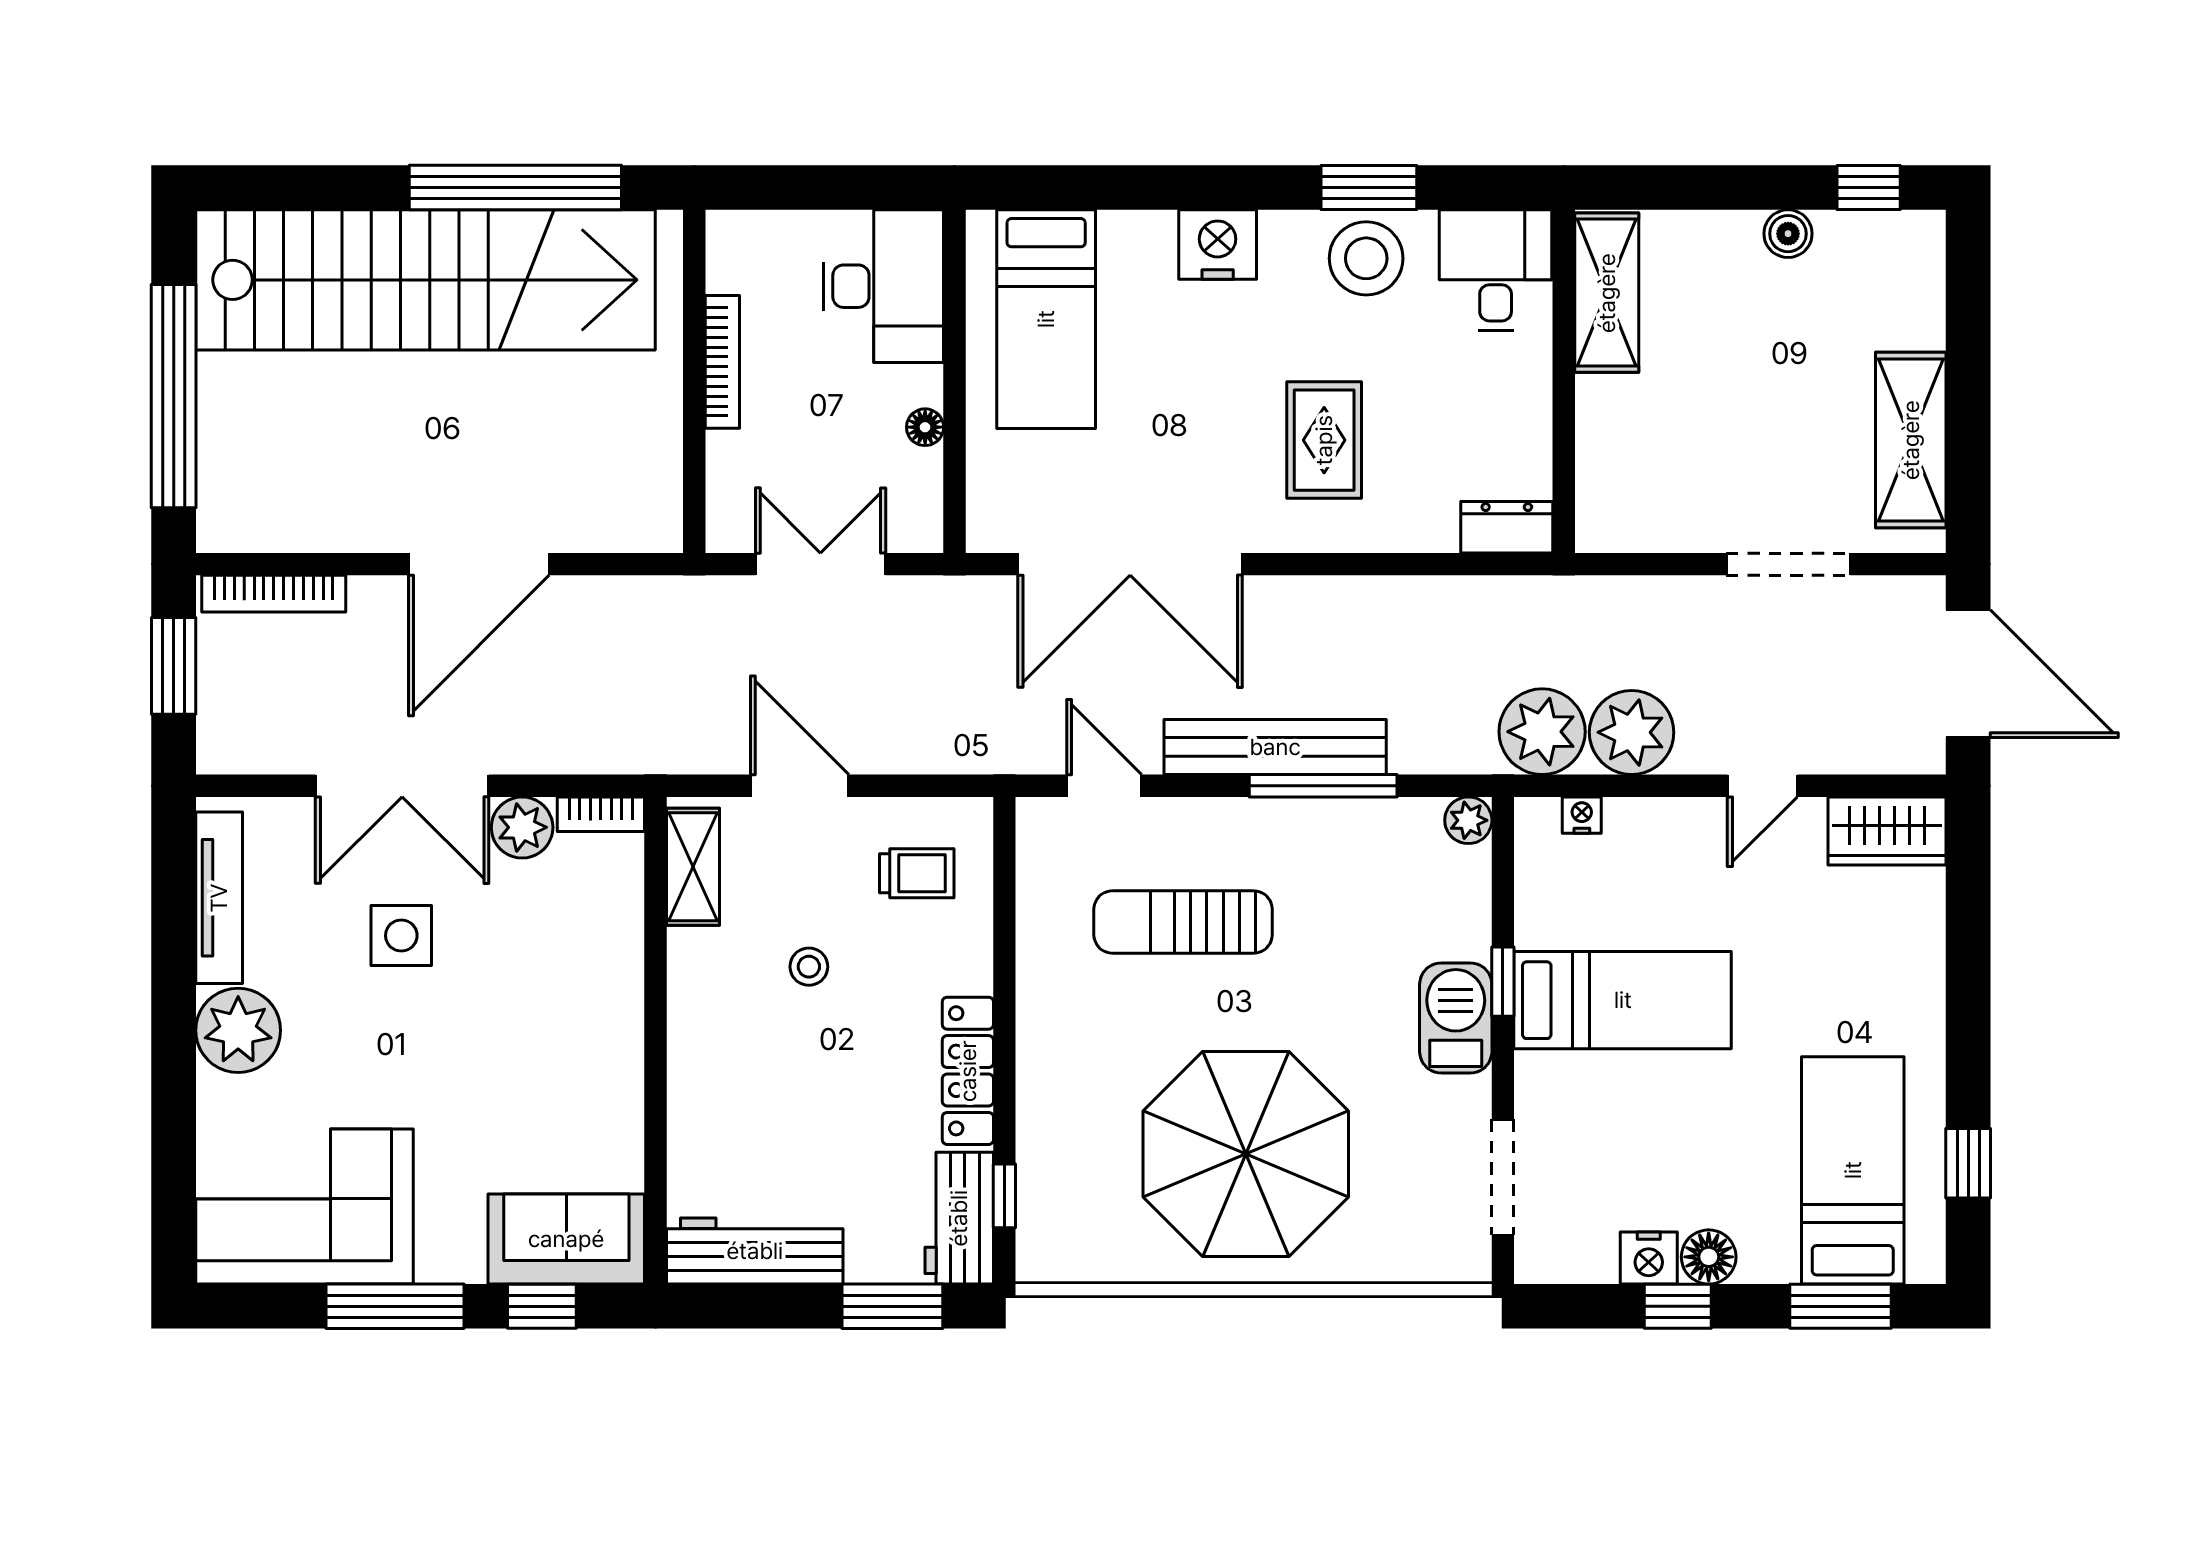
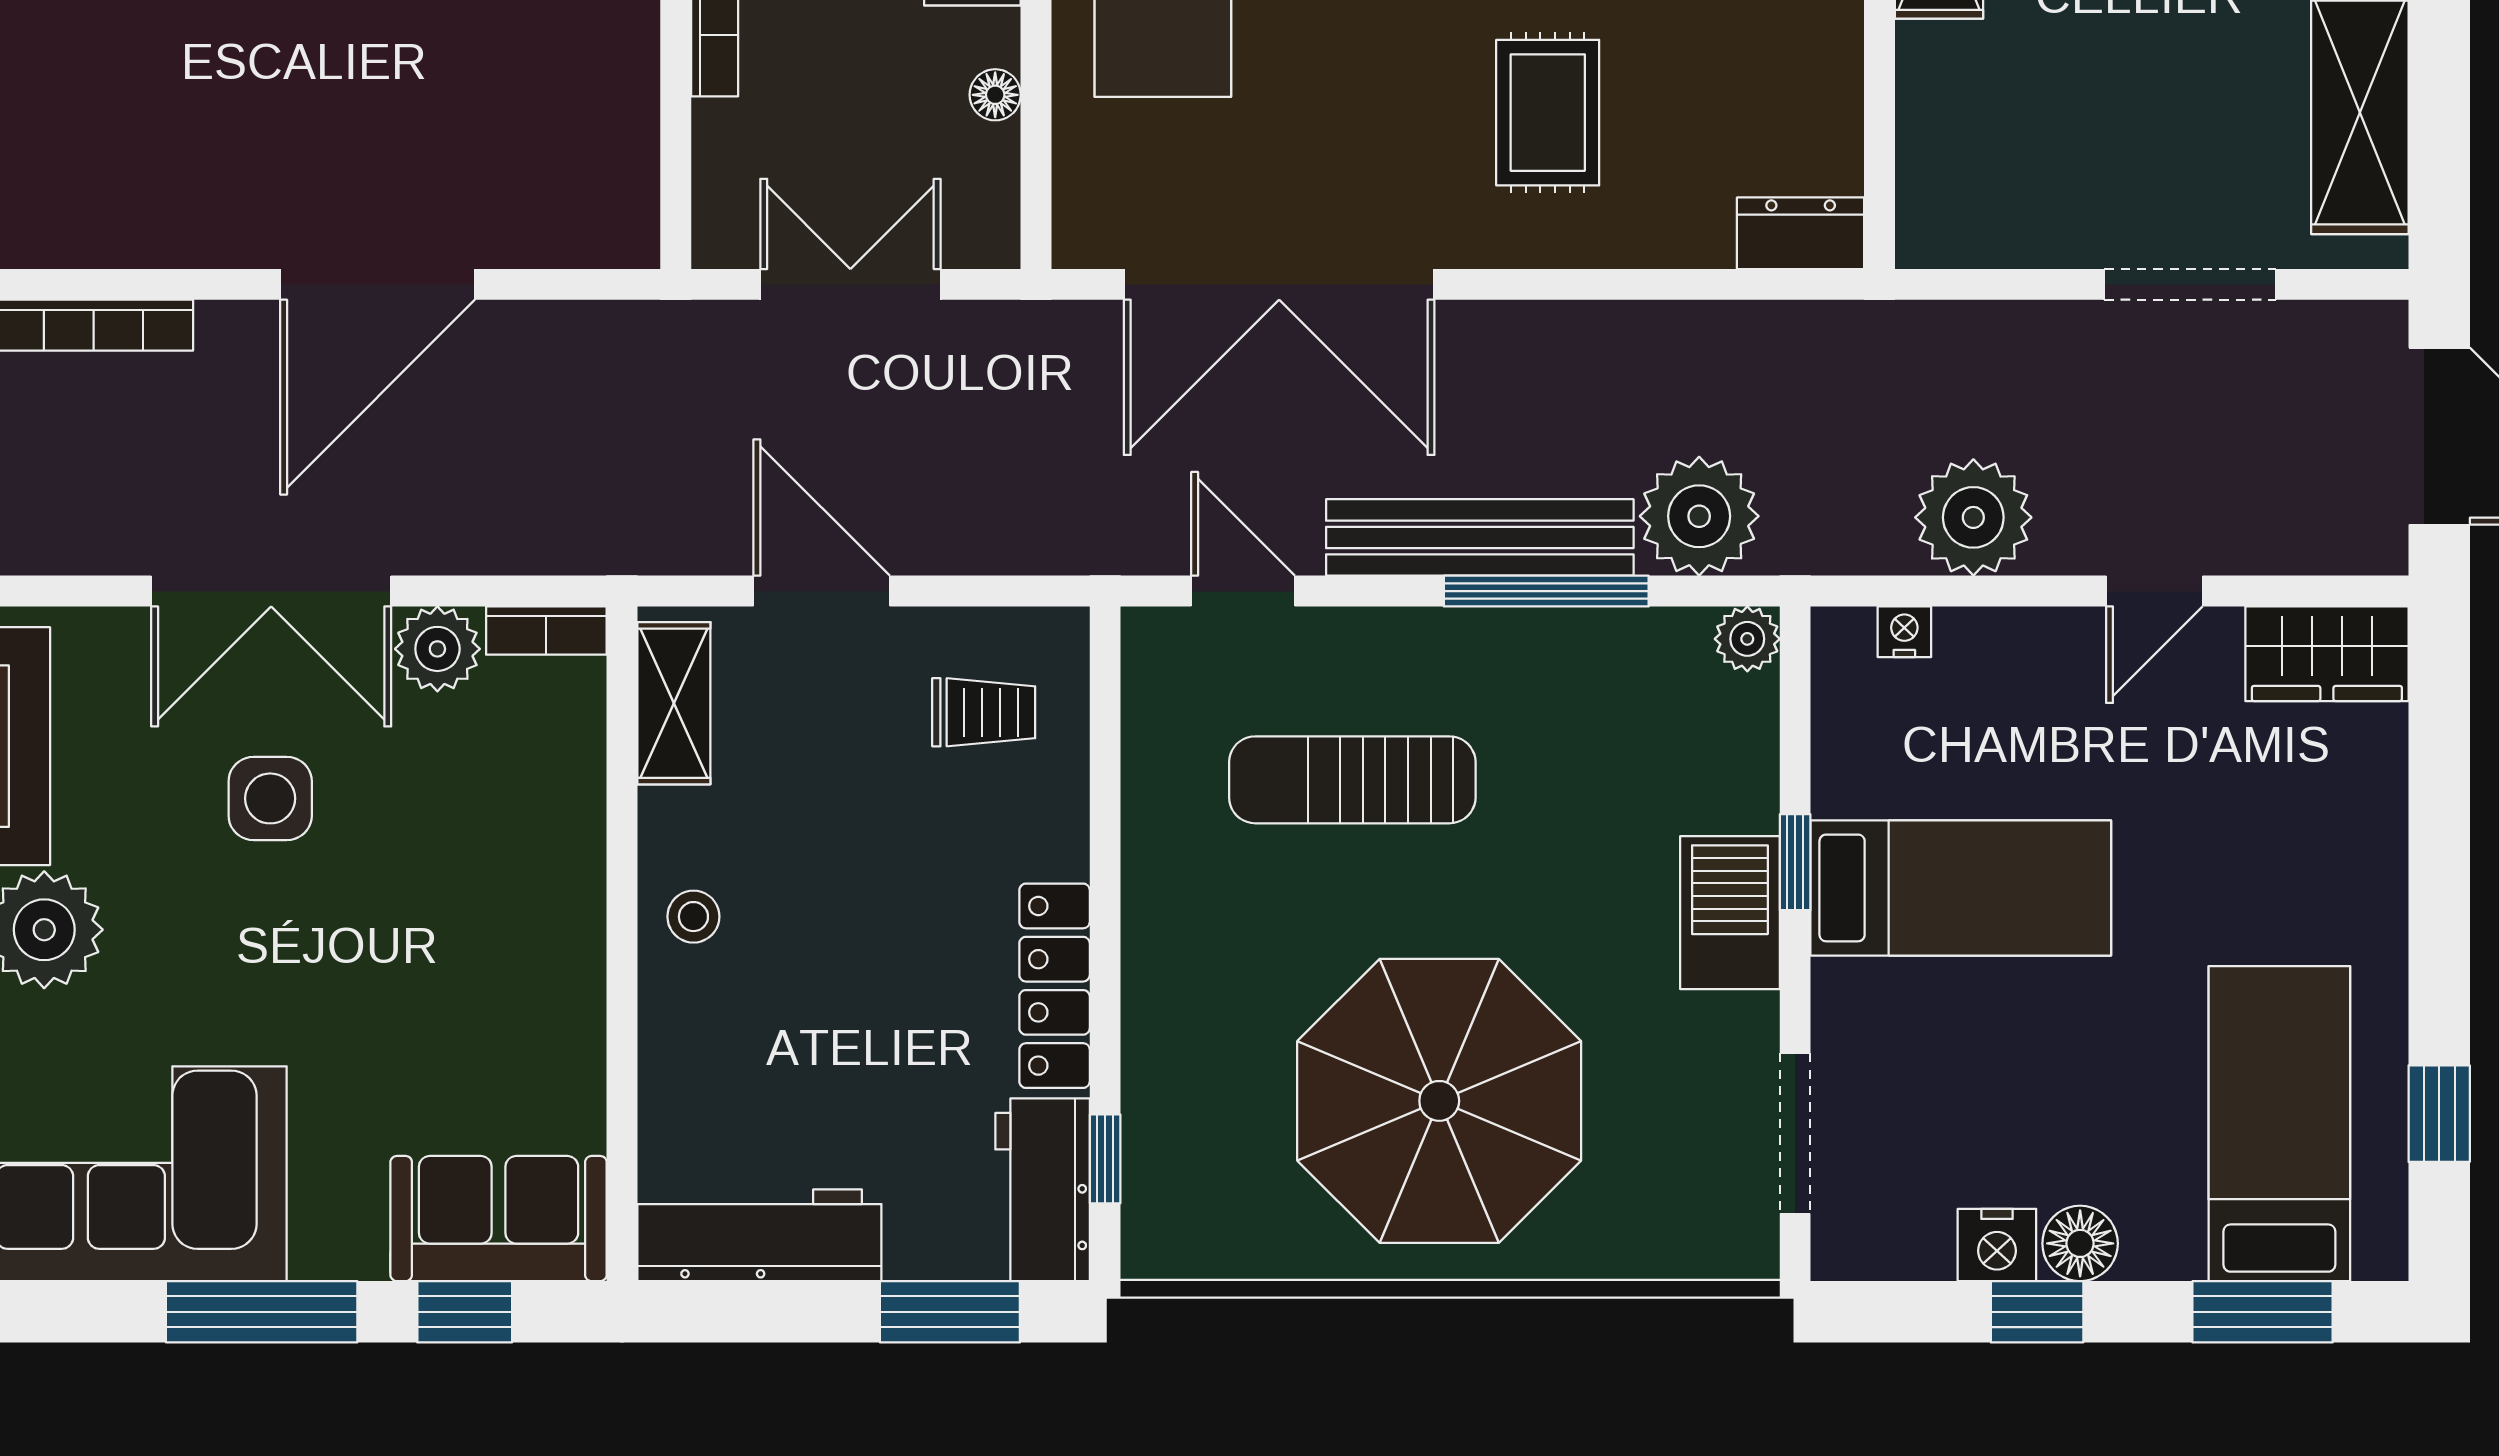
plant: (1542, 732) -> (1699, 516), moved
stool: (809, 967) -> (693, 917), moved

